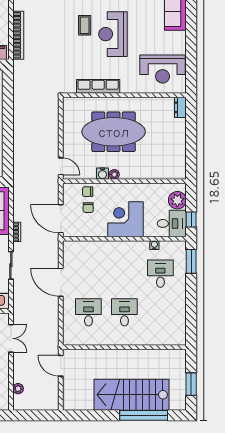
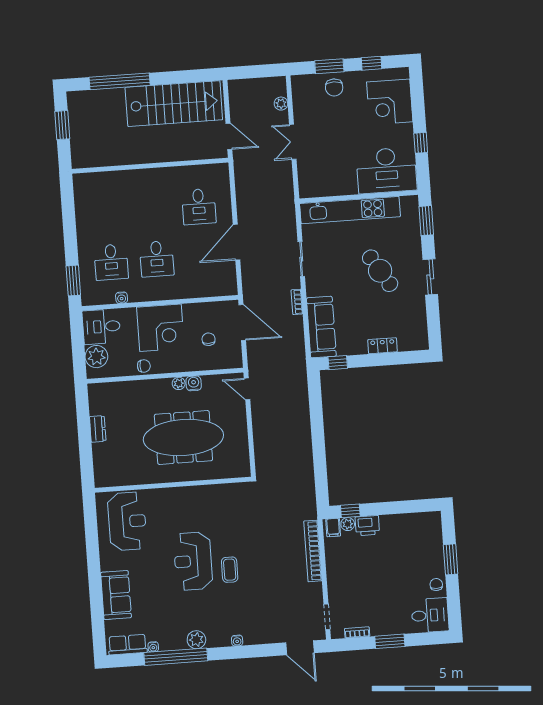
reception desk: (113, 34) -> (193, 561), turned 180
reception desk: (163, 69) -> (127, 521), turned 90
row of seats: (98, 86) -> (207, 493), removed
dresser: (180, 107) -> (98, 429), moved
chair: (88, 192) -> (144, 366), moved
window: (191, 219) -> (77, 333), removed
door: (61, 282) -> (237, 242), swing flipped
desk: (124, 312) -> (157, 259), moved
double door: (11, 338) -> (293, 142), moved
stairs: (132, 395) -> (174, 104), moved

